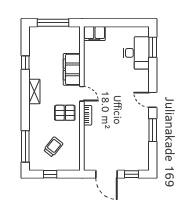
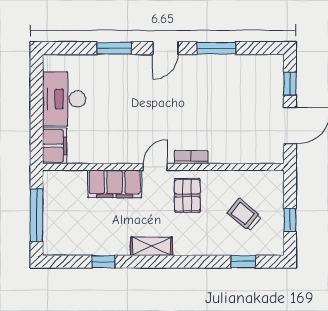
window: (153, 47) -> (114, 48), moved
desk: (136, 53) -> (64, 99), moved, turned -90
window: (25, 146) -> (243, 262), width x0.46

